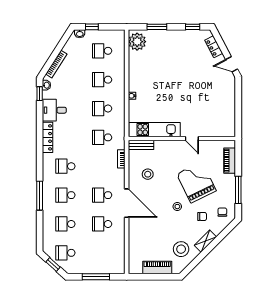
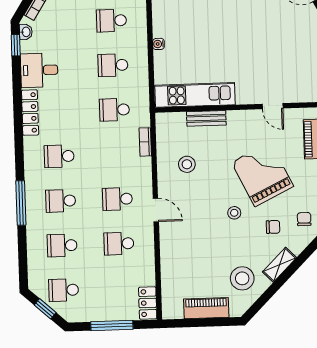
door: (192, 138) -> (273, 106), moved
bench: (141, 145) -> (206, 118), moved
door: (127, 203) -> (156, 210), width x0.53
locker: (119, 263) -> (148, 303), added

